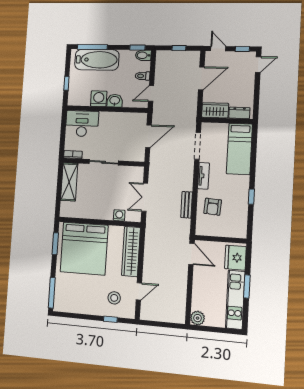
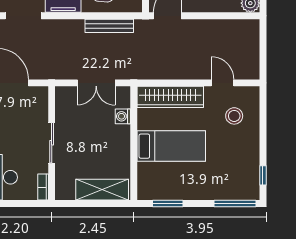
shelving: (69, 182) -> (102, 190), moved
bench: (187, 205) -> (109, 26), width x1.36
bed: (84, 249) -> (171, 146), width x0.49
window: (110, 319) -> (263, 175), moved

